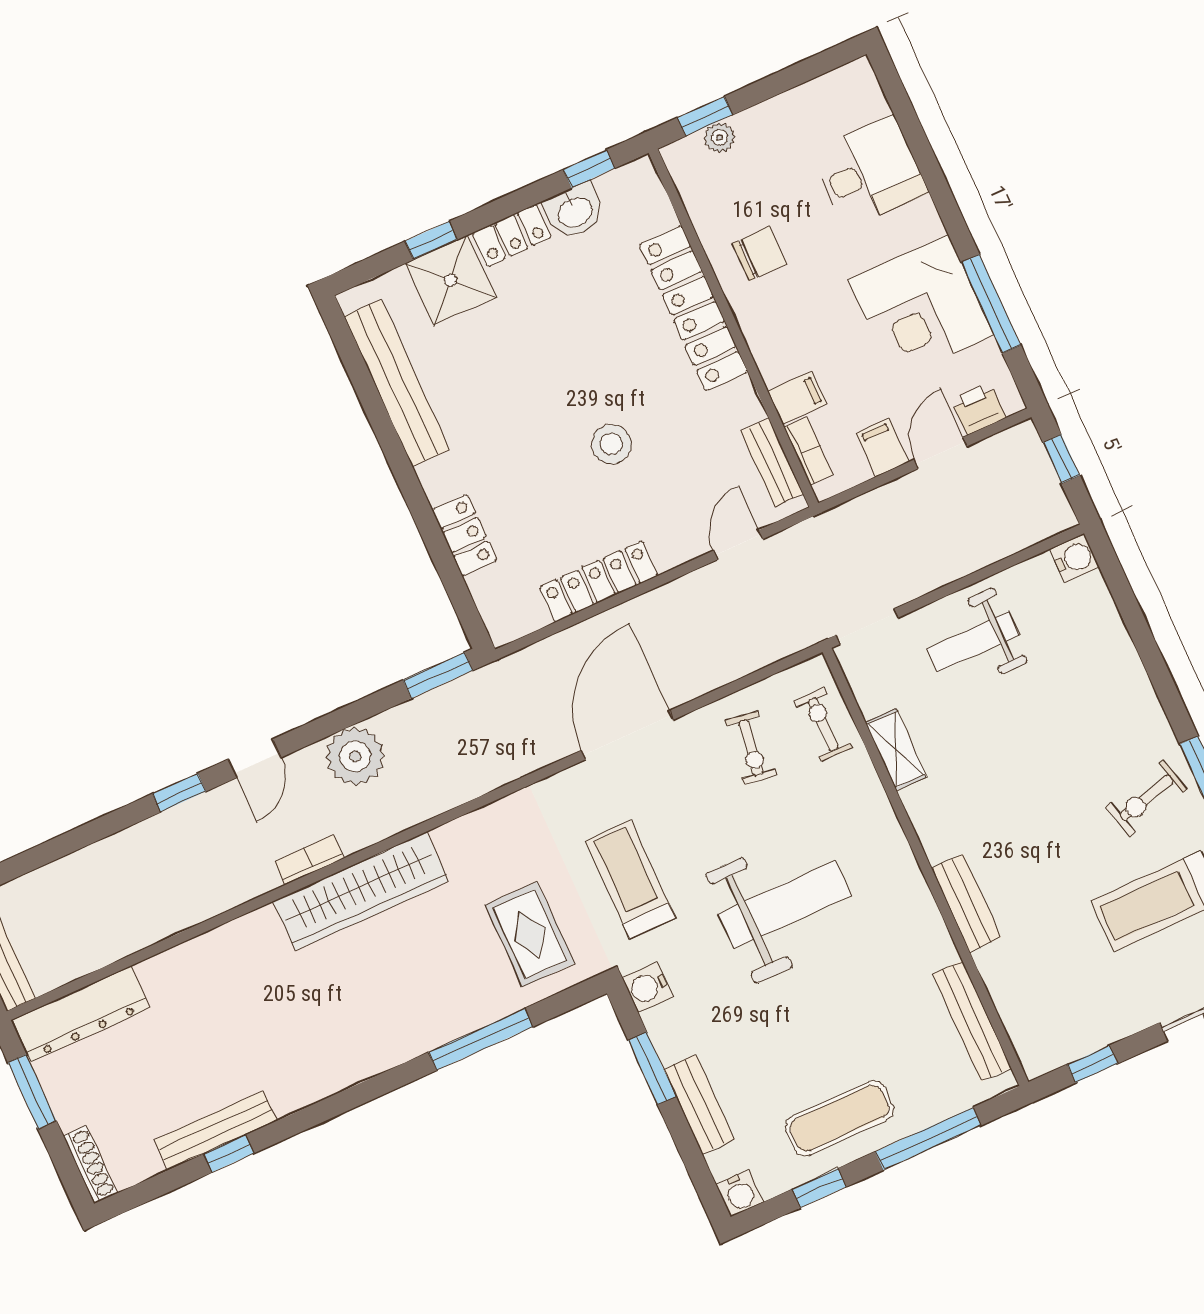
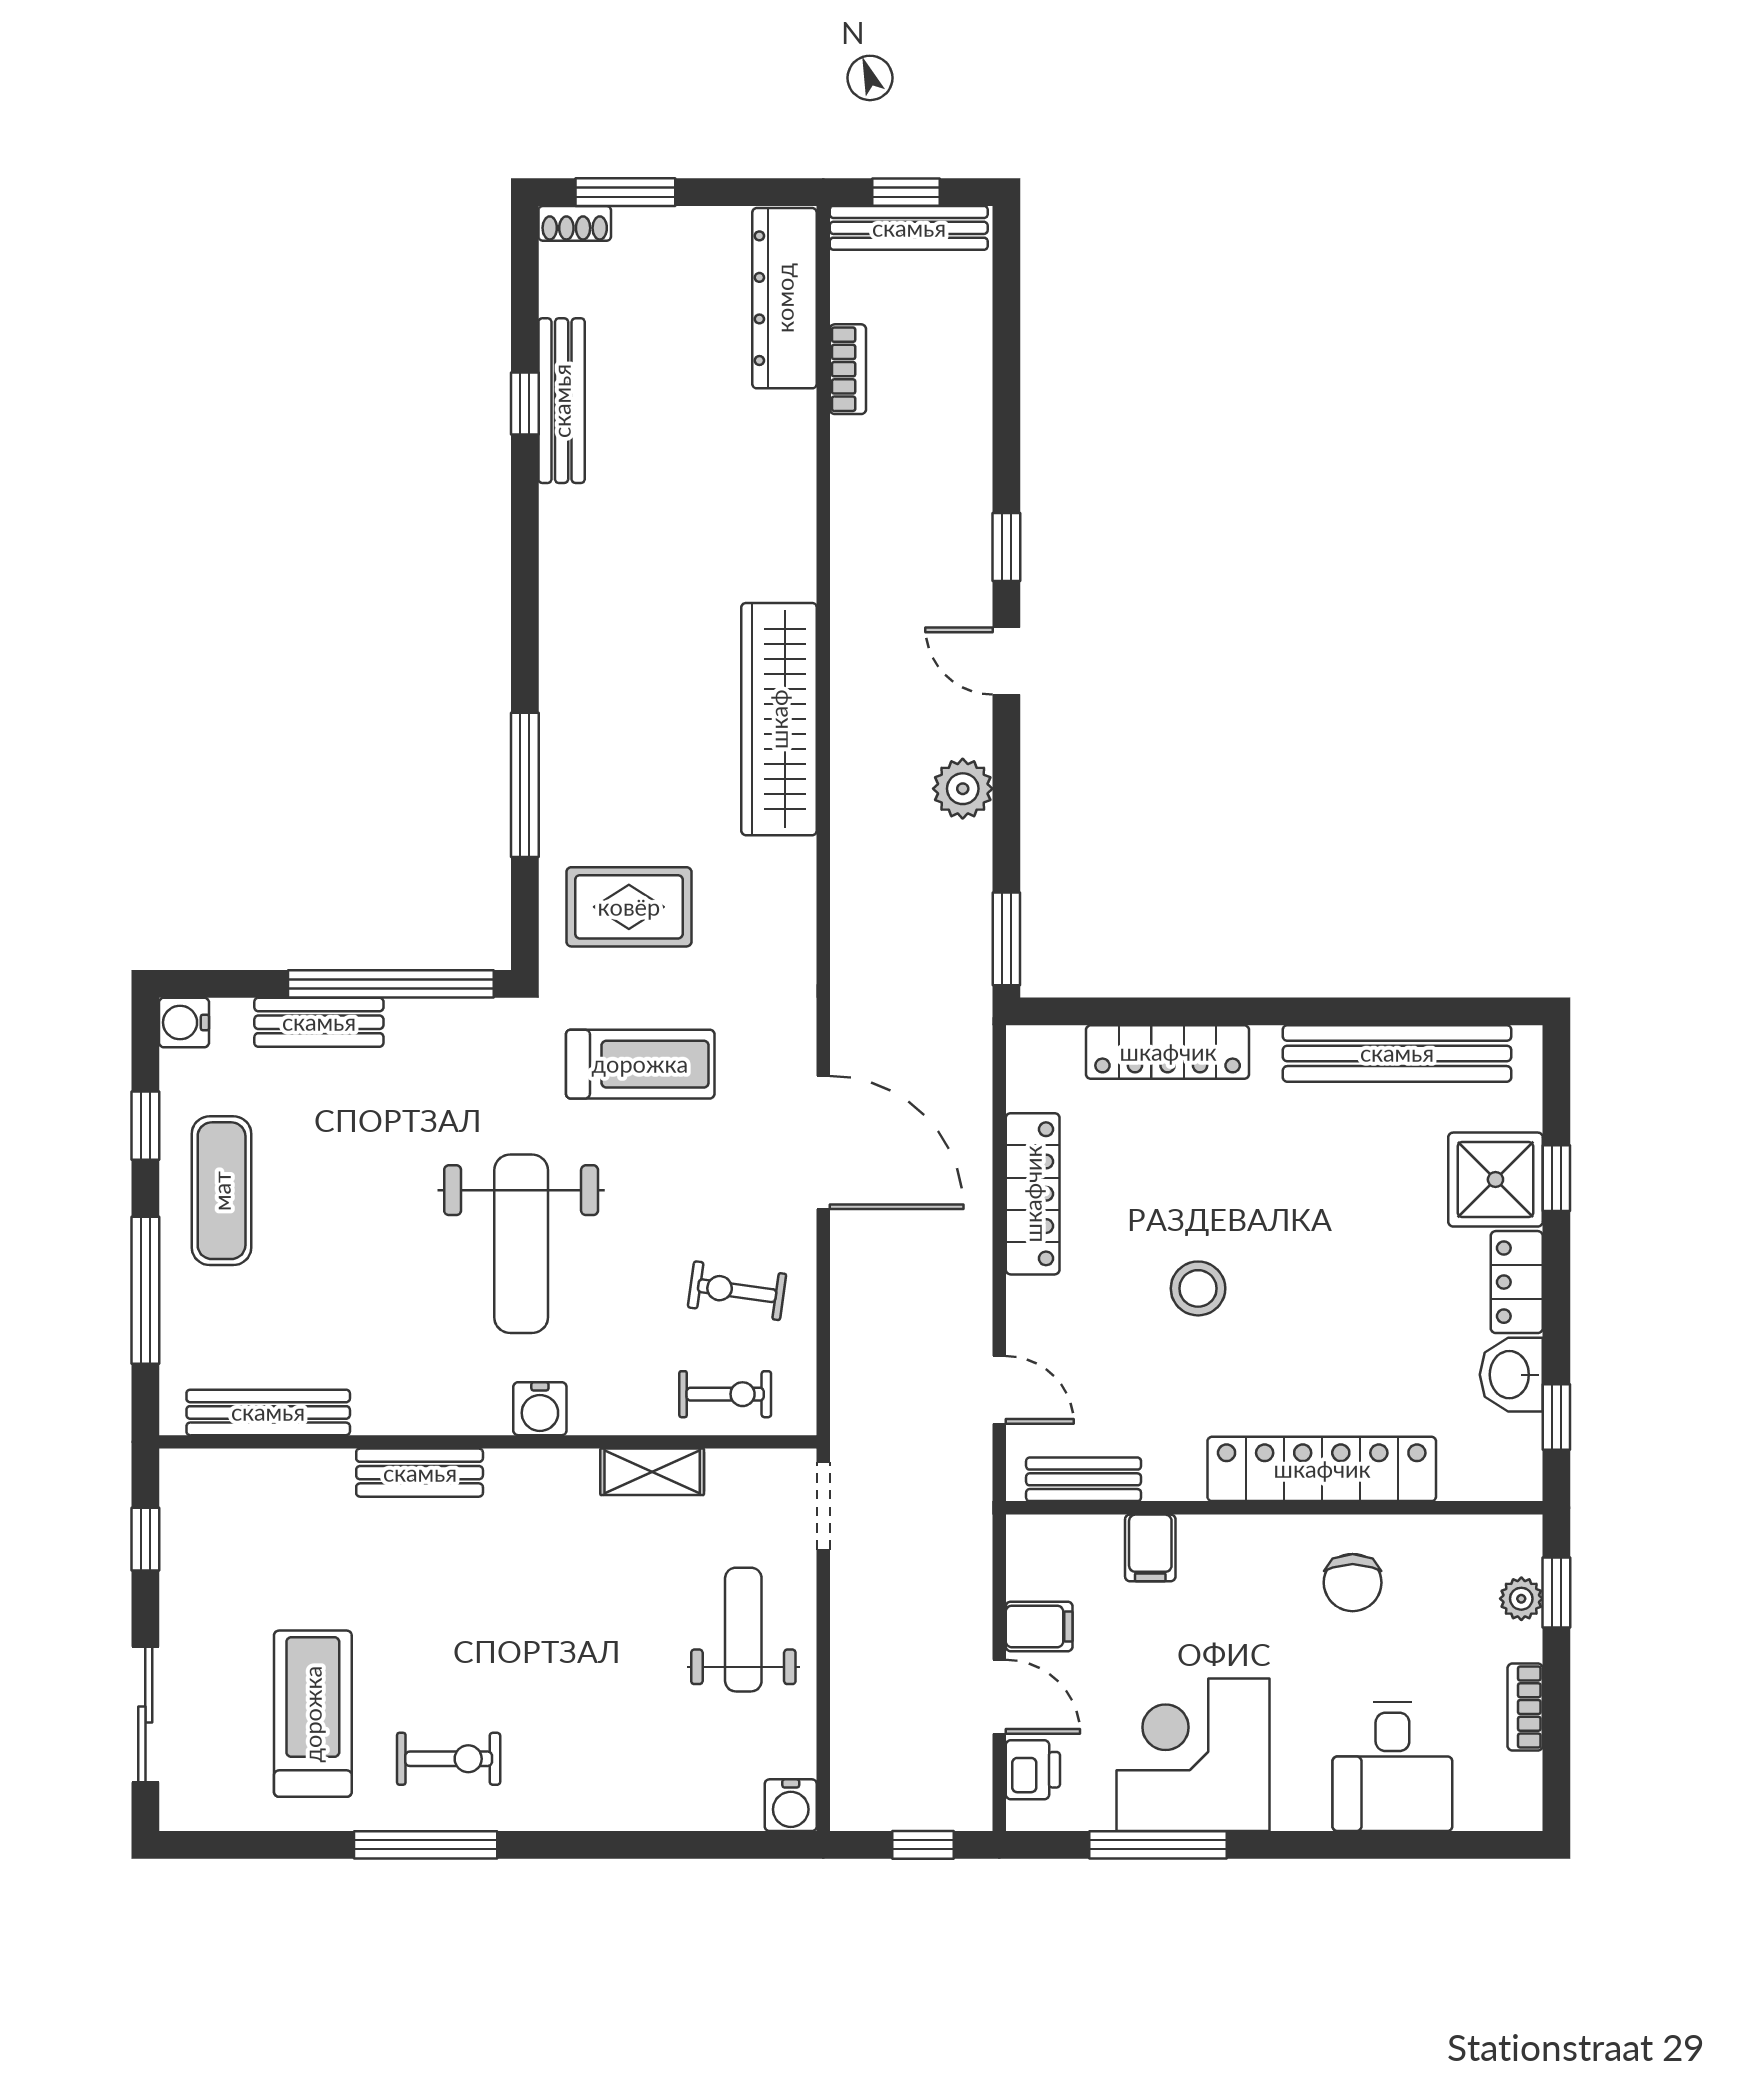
bookcase: (808, 451) -> (1525, 1707), moved, turned 90
locker: (464, 535) -> (1168, 1052), width x1.53
plant: (355, 756) -> (963, 789), width x0.73, depth x0.73
exercise bike: (1147, 798) -> (449, 1759), turned 105
bookcase: (309, 860) -> (848, 369), moved
water cooler: (647, 987) -> (540, 1409), moved, turned 180
window: (652, 1068) -> (391, 984), width x2.11
window: (32, 1092) -> (625, 192), moved
shoe rack: (90, 1164) -> (575, 223), width x0.70

